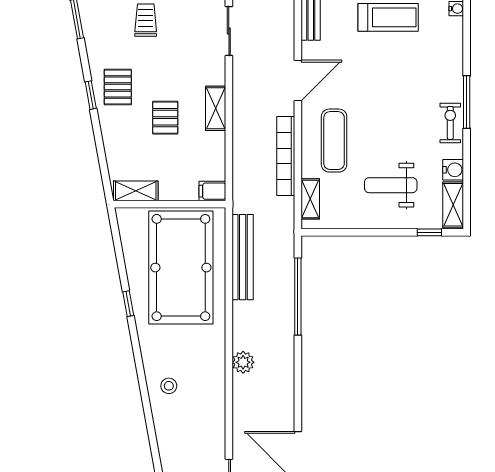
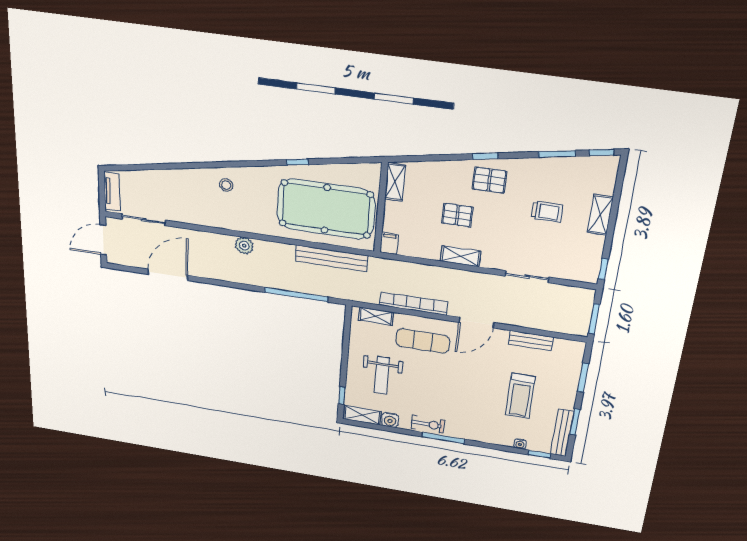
door: (298, 81) -> (476, 323), hinge flipped
weight bench: (391, 185) -> (382, 375), turned 180

